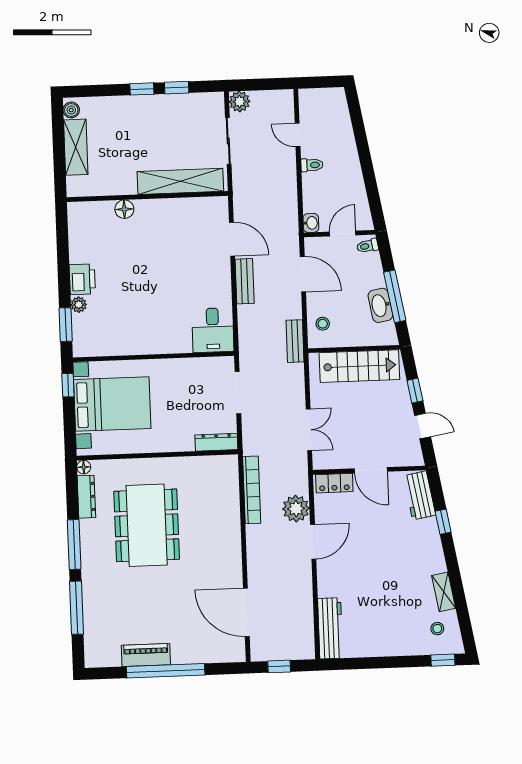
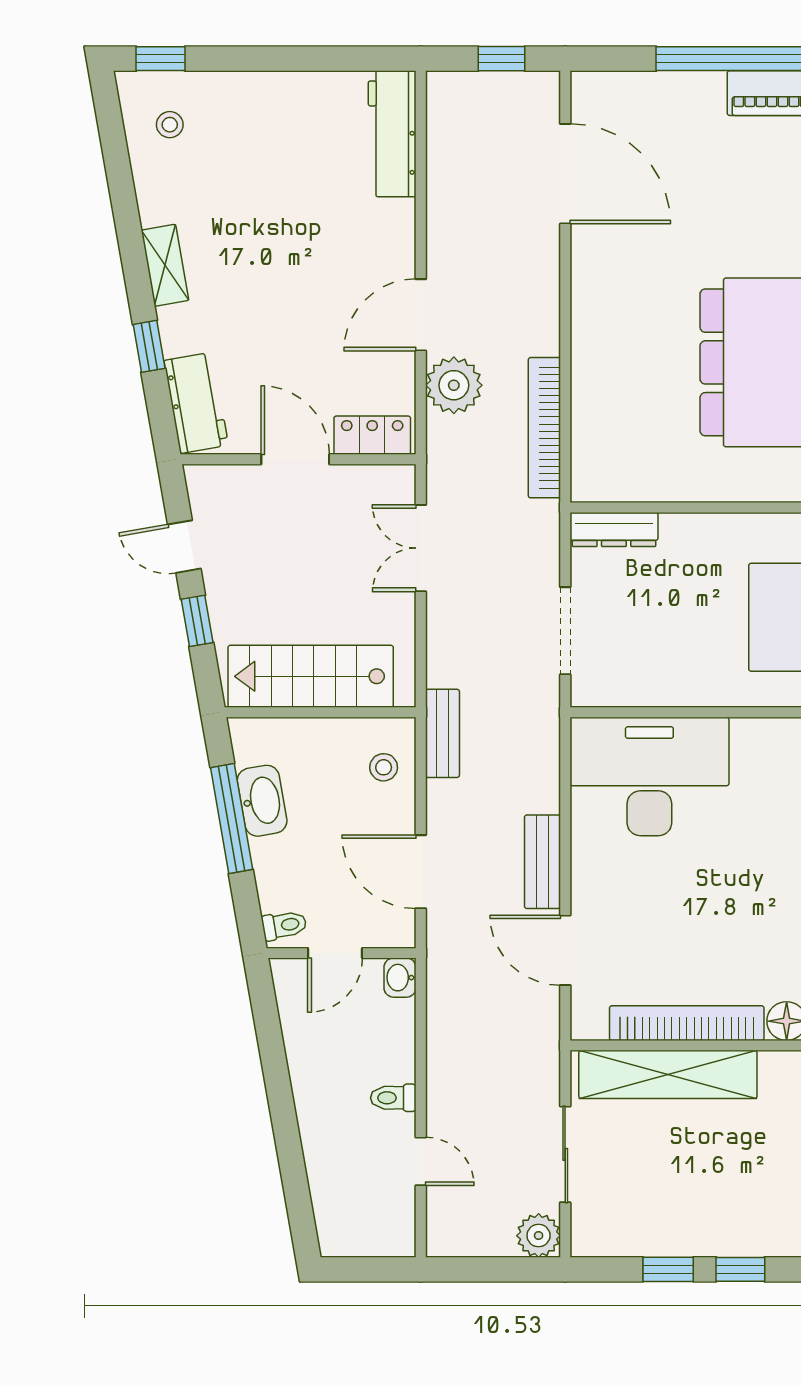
bookcase: (172, 206) -> (687, 1023), added
desk: (213, 330) -> (649, 776), width x1.87, depth x1.30
shelving: (444, 592) -> (165, 265), moved

